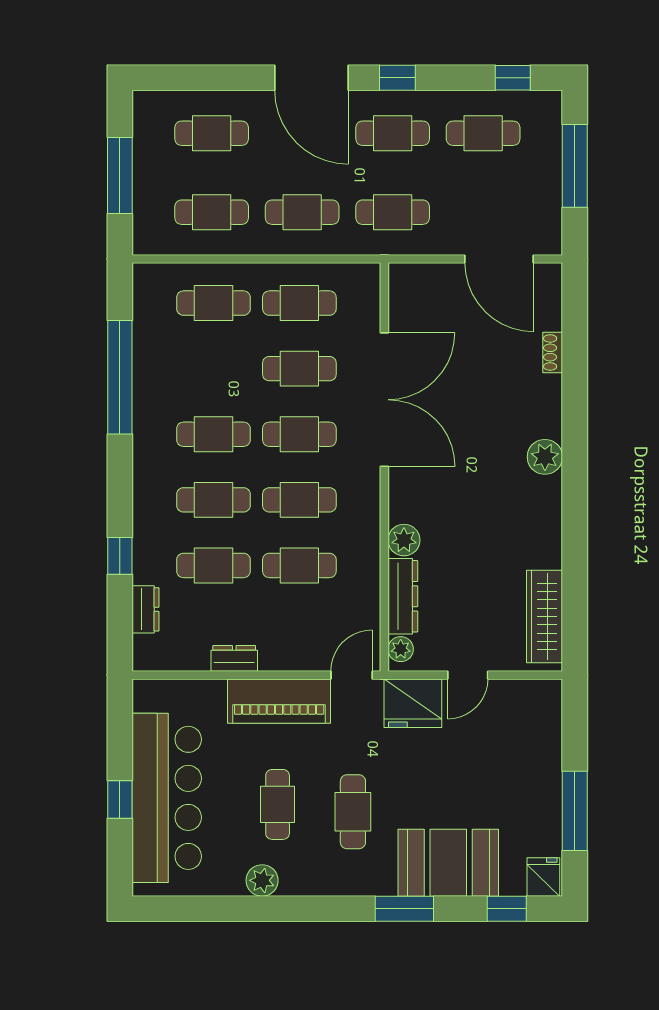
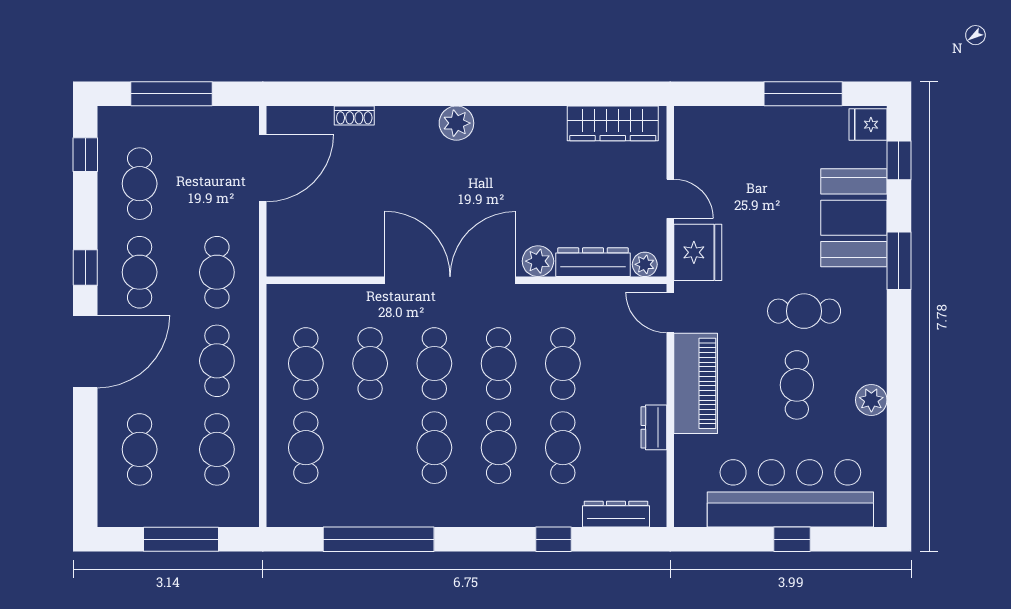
double door: (384, 400) -> (450, 280), moved
dresser: (146, 609) -> (616, 514), width x1.44
cafe table: (278, 804) -> (797, 385), turned 90

